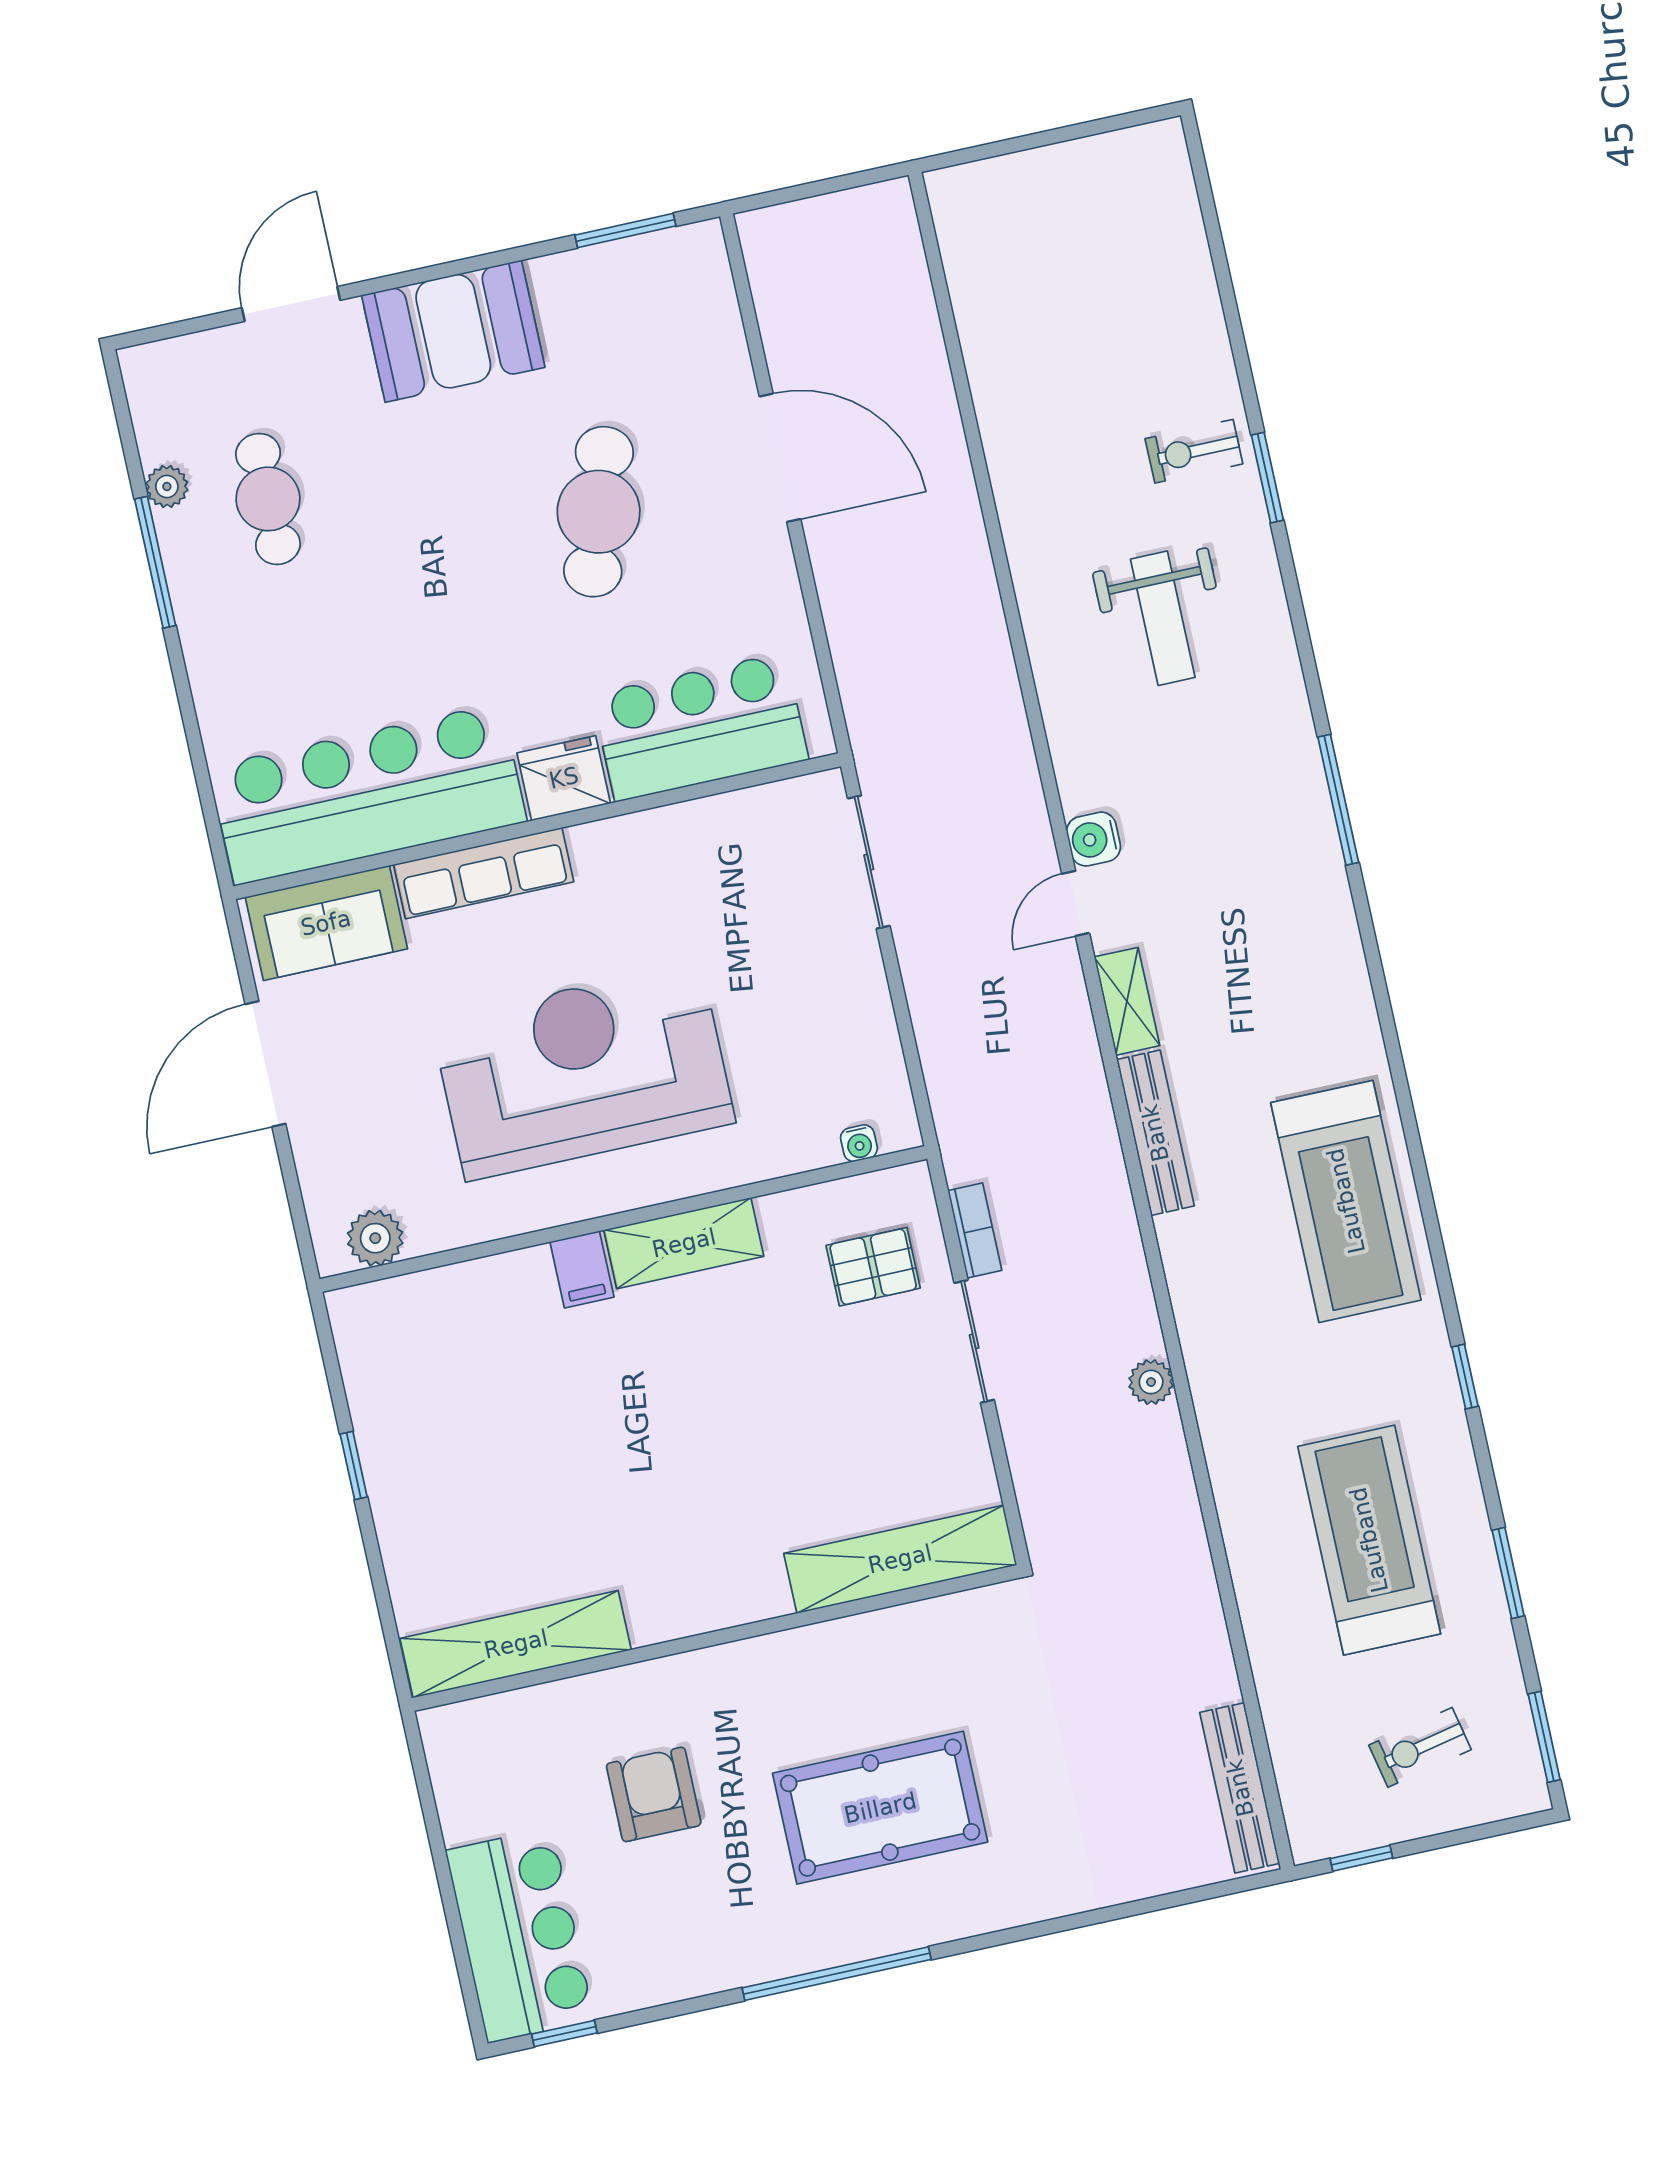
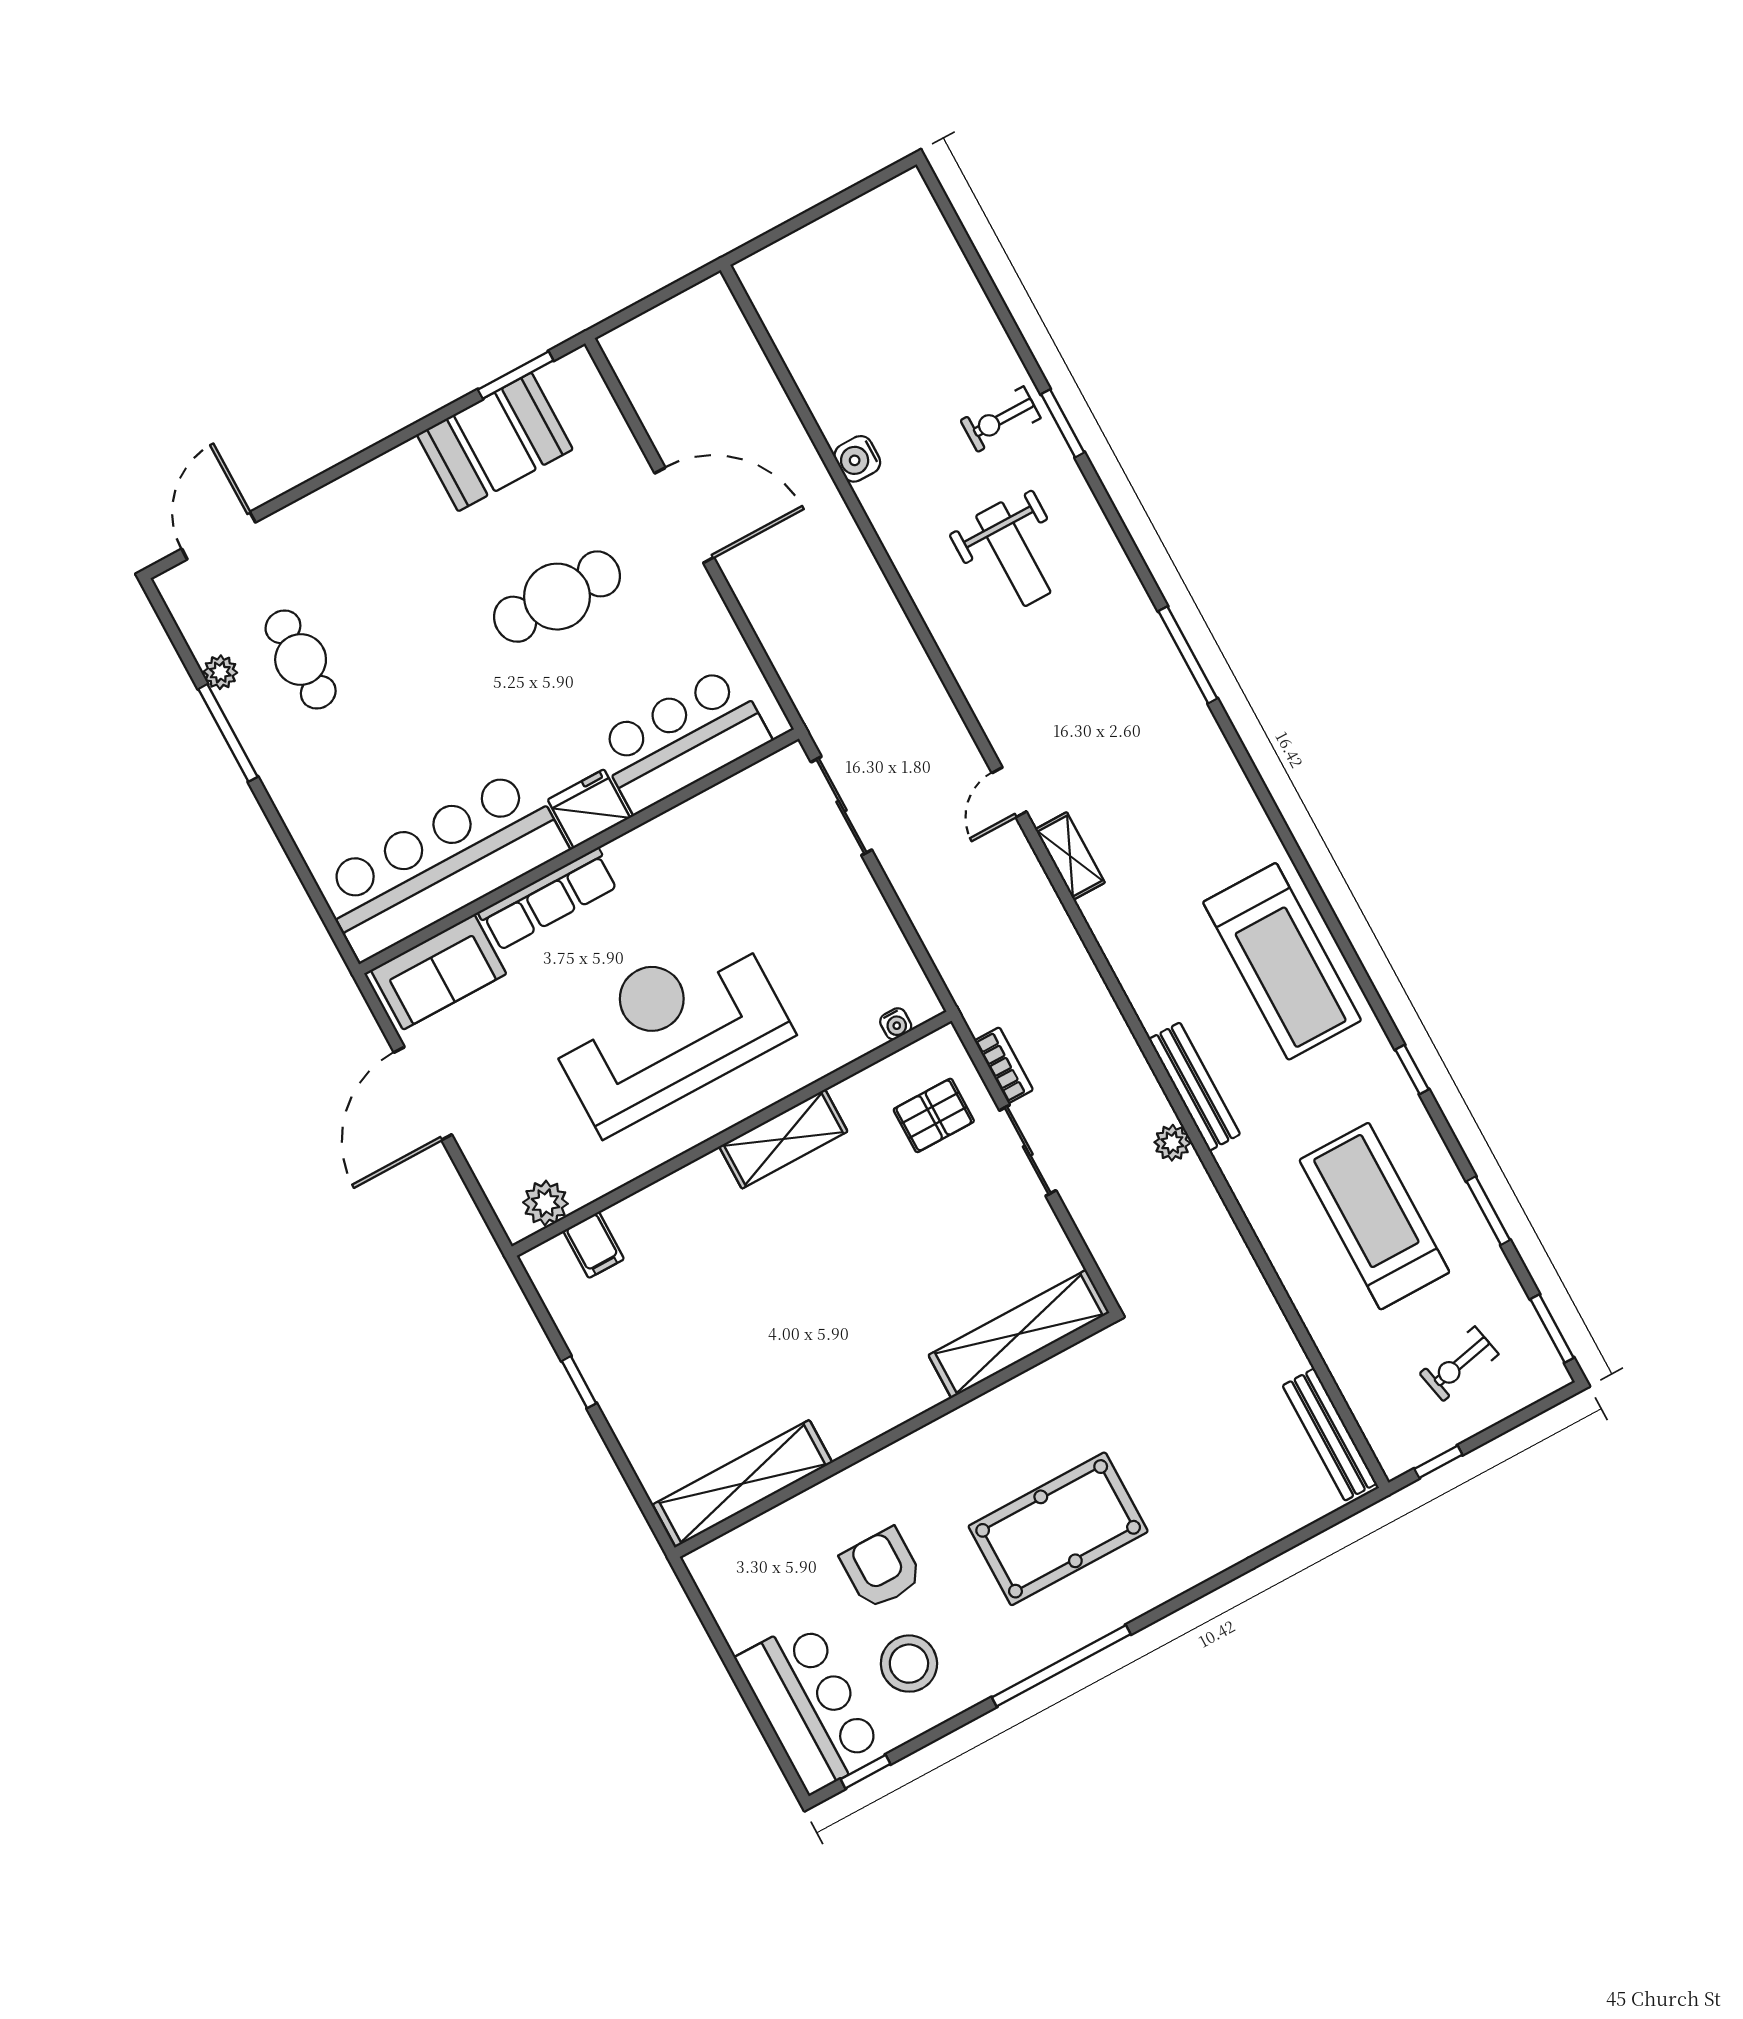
door: (291, 304) -> (219, 536), moved
booth: (453, 331) -> (495, 442), moved
cafe table: (599, 512) -> (557, 597), turned 72
water cooler: (1094, 839) -> (857, 459), moved
bench: (1155, 1133) -> (1194, 1087), moved
filing cabinet: (582, 1269) -> (594, 1245), moved
stool: (654, 1918) -> (909, 1664), added

